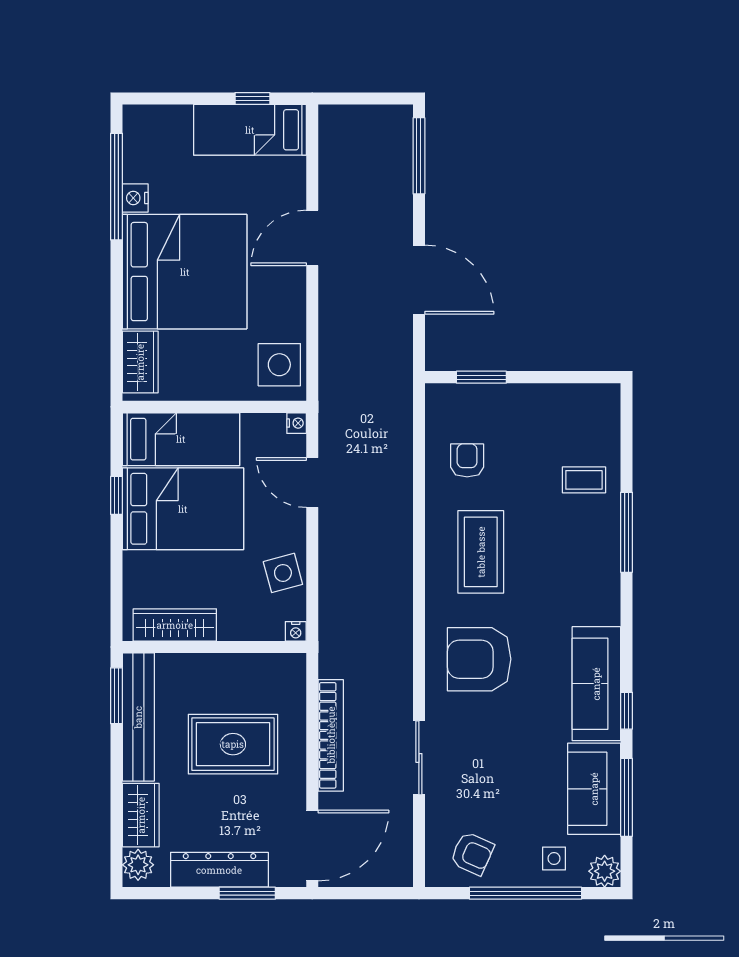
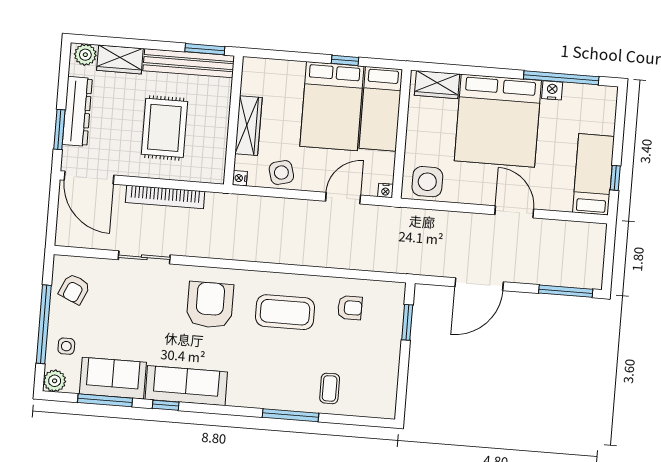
wardrobe: (175, 625) -> (249, 126), moved

